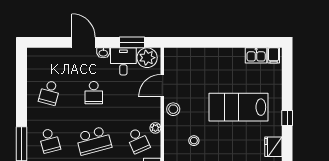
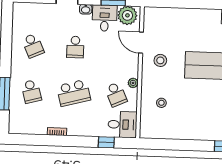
door: (162, 86) -> (141, 43), hinge flipped
school desk: (49, 93) -> (33, 46), turned -39
stool: (173, 109) -> (160, 60), moved
stool: (194, 141) -> (161, 103), moved

